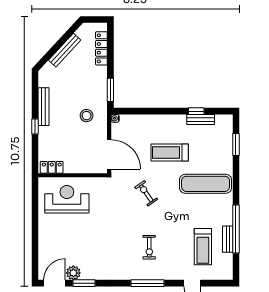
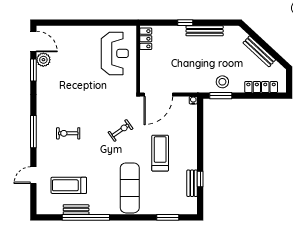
stool: (87, 116) -> (222, 82), moved

